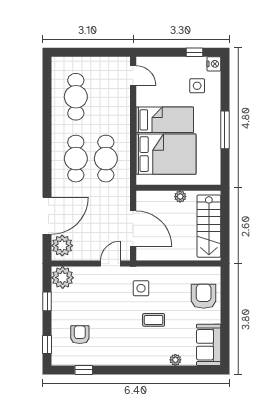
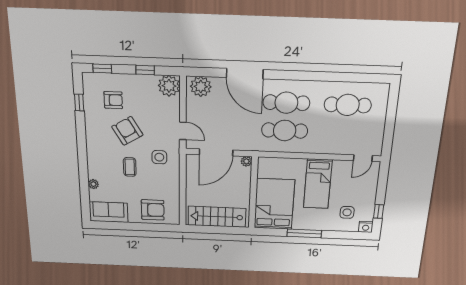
bed: (166, 154) -> (274, 204), moved, turned 180
plant: (180, 197) -> (246, 161), moved
door: (47, 216) -> (245, 74), moved
armchair: (113, 321) -> (127, 131), added

